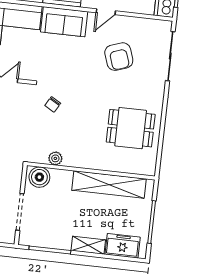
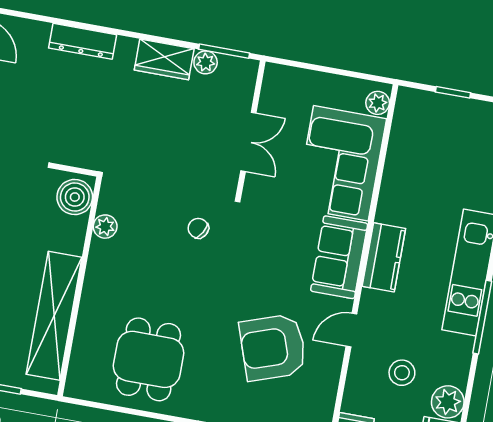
door: (106, 12) -> (351, 330), hinge flipped
armchair: (119, 57) -> (273, 347), width x1.36, depth x1.36

